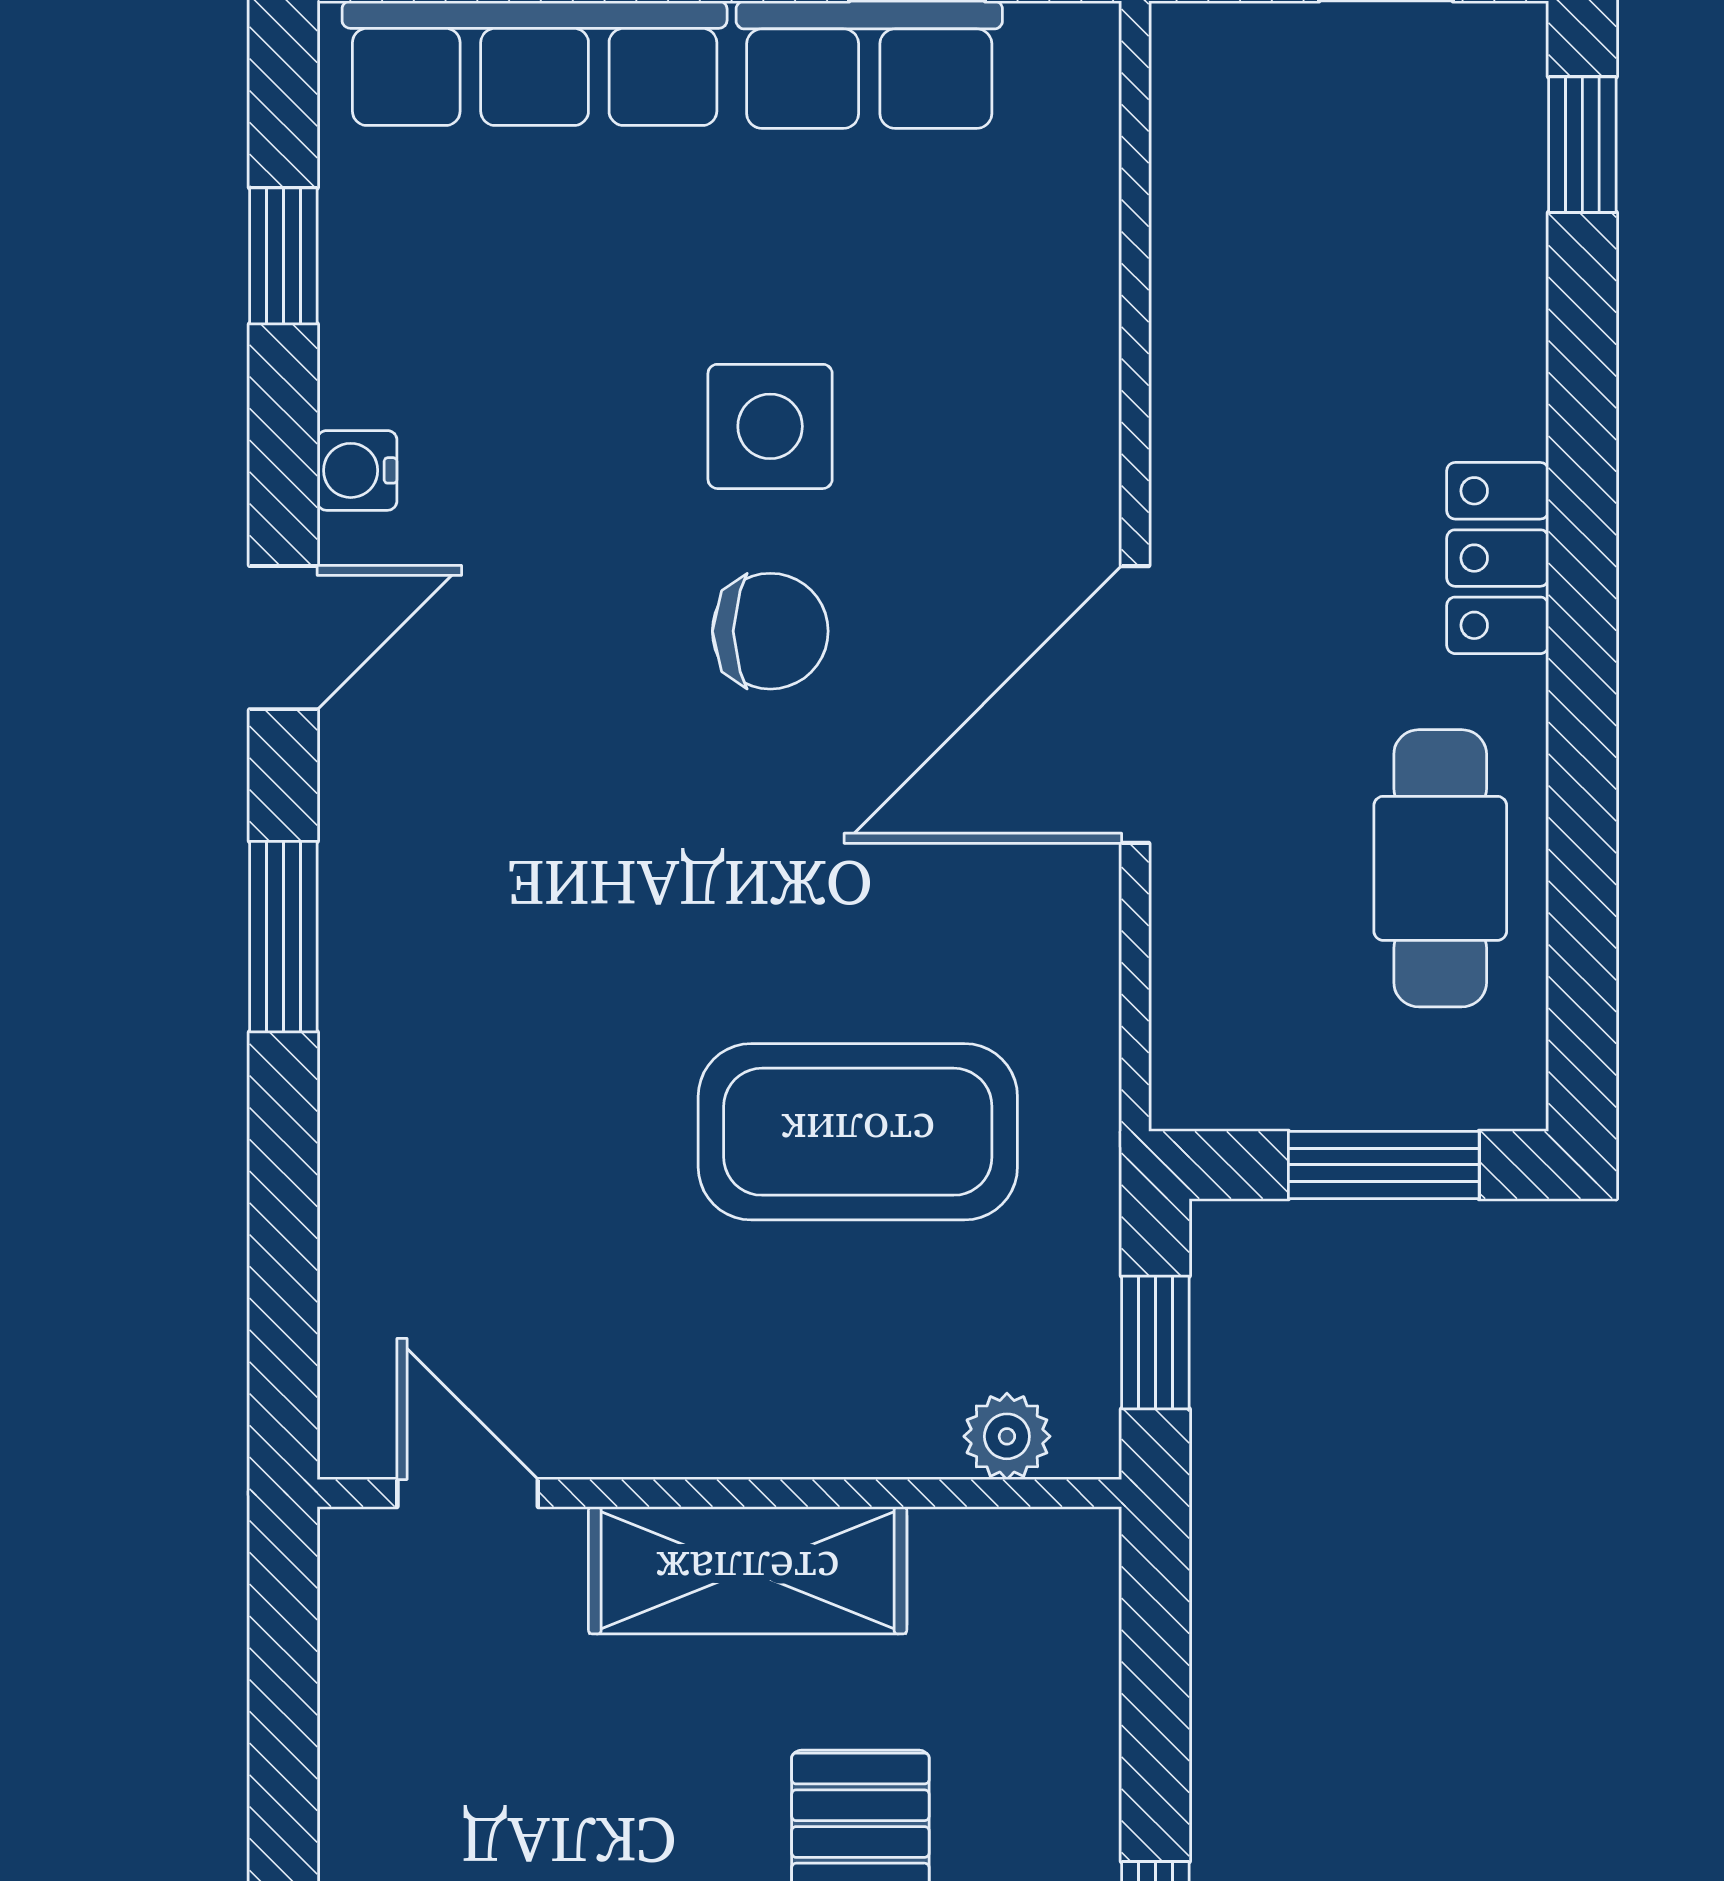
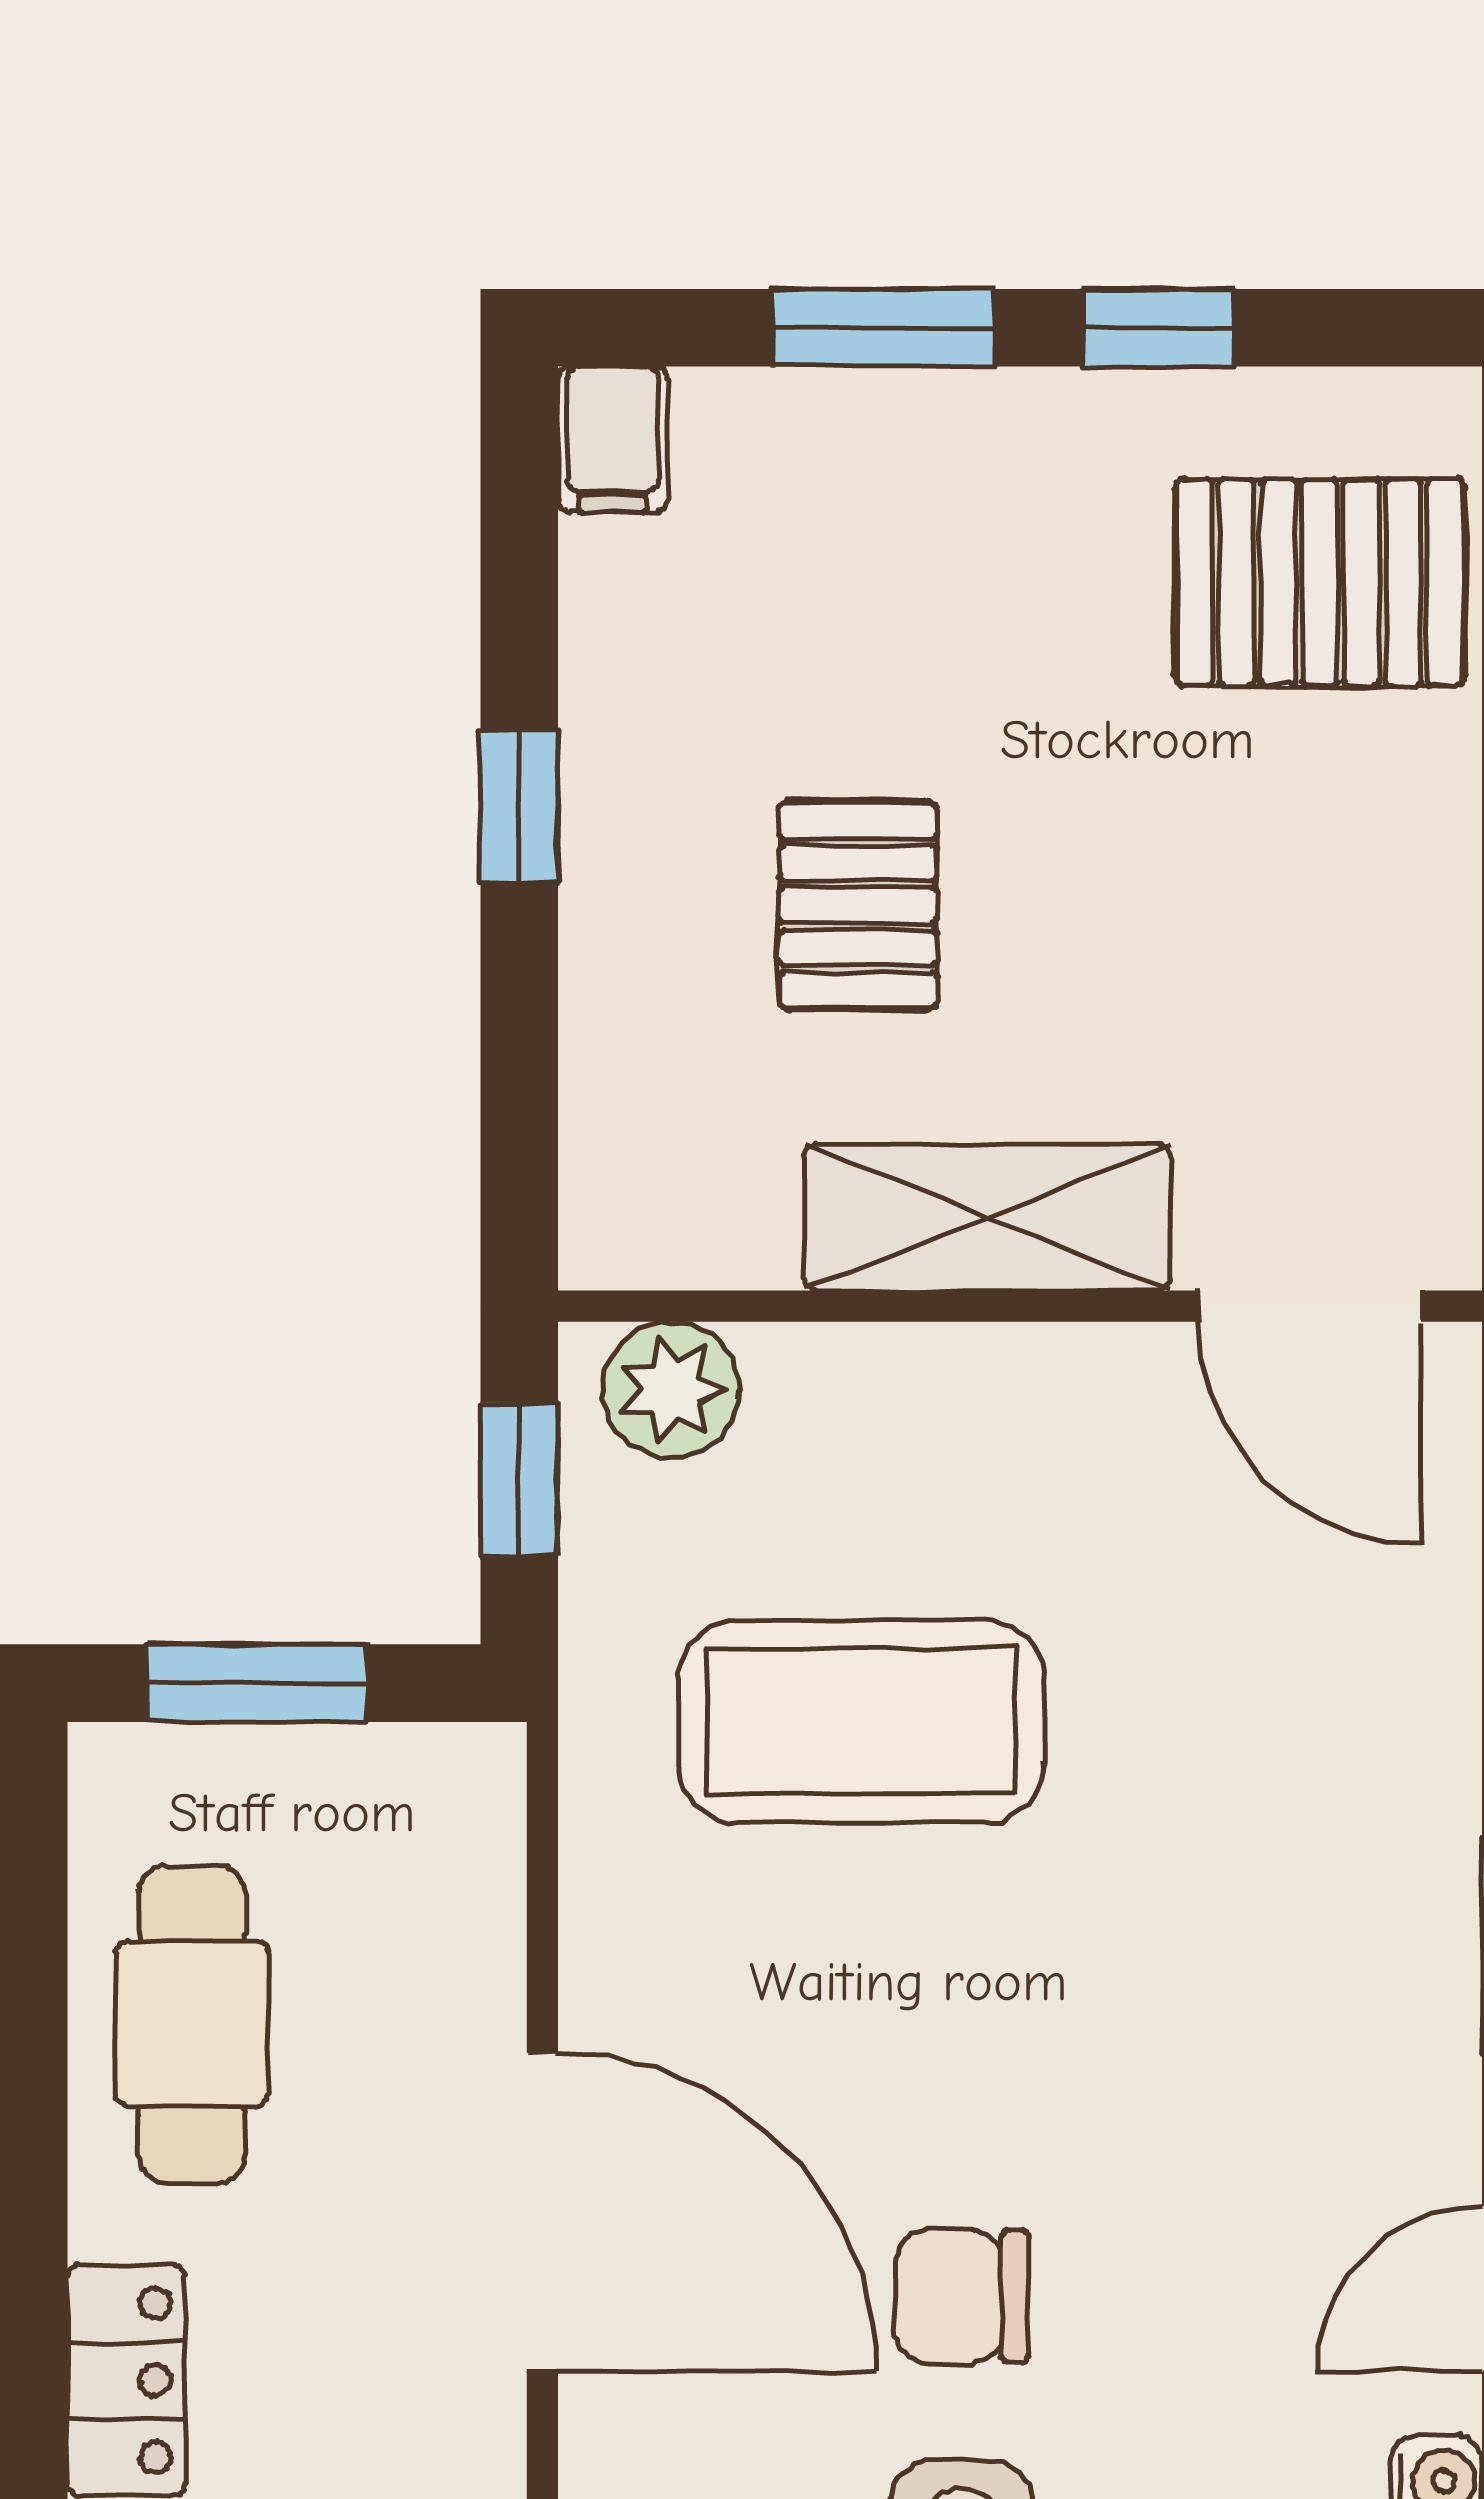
door: (1135, 704) -> (542, 2212), hinge flipped
plant: (1007, 1436) -> (671, 1390), width x1.38, depth x1.38
door: (468, 1493) -> (1309, 1306), width x1.38

